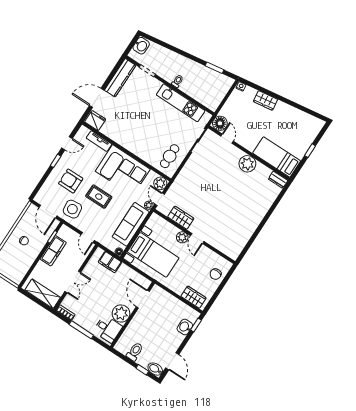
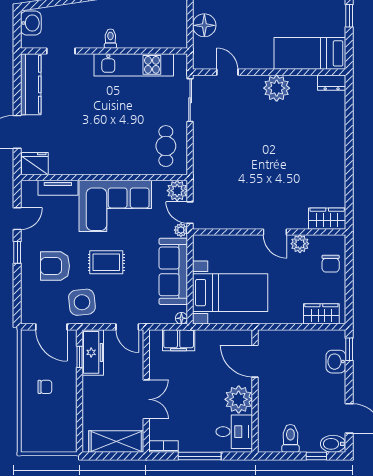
floor lamp: (220, 123) -> (204, 25), moved
wardrobe: (181, 218) -> (327, 219), moved
plant: (182, 237) -> (300, 244), moved
freezer: (53, 251) -> (93, 352), moved

